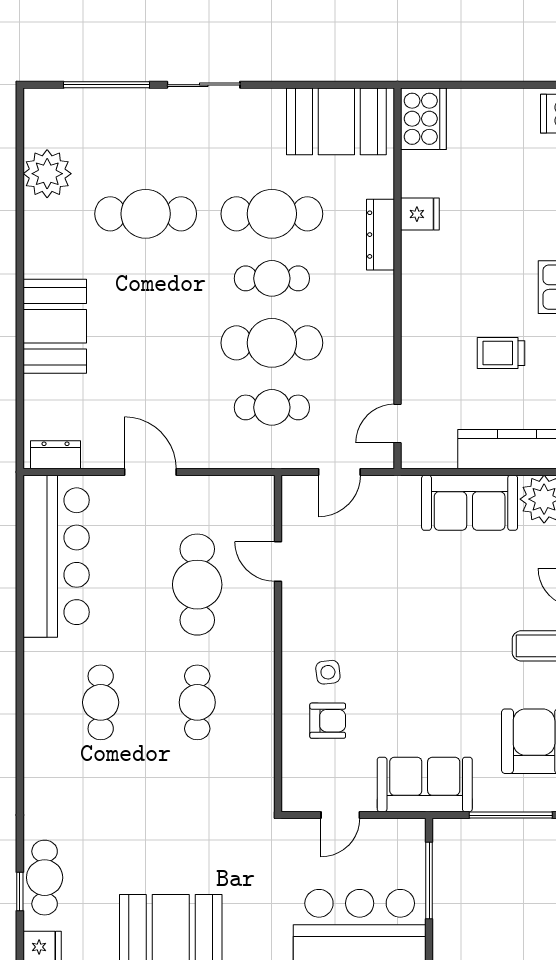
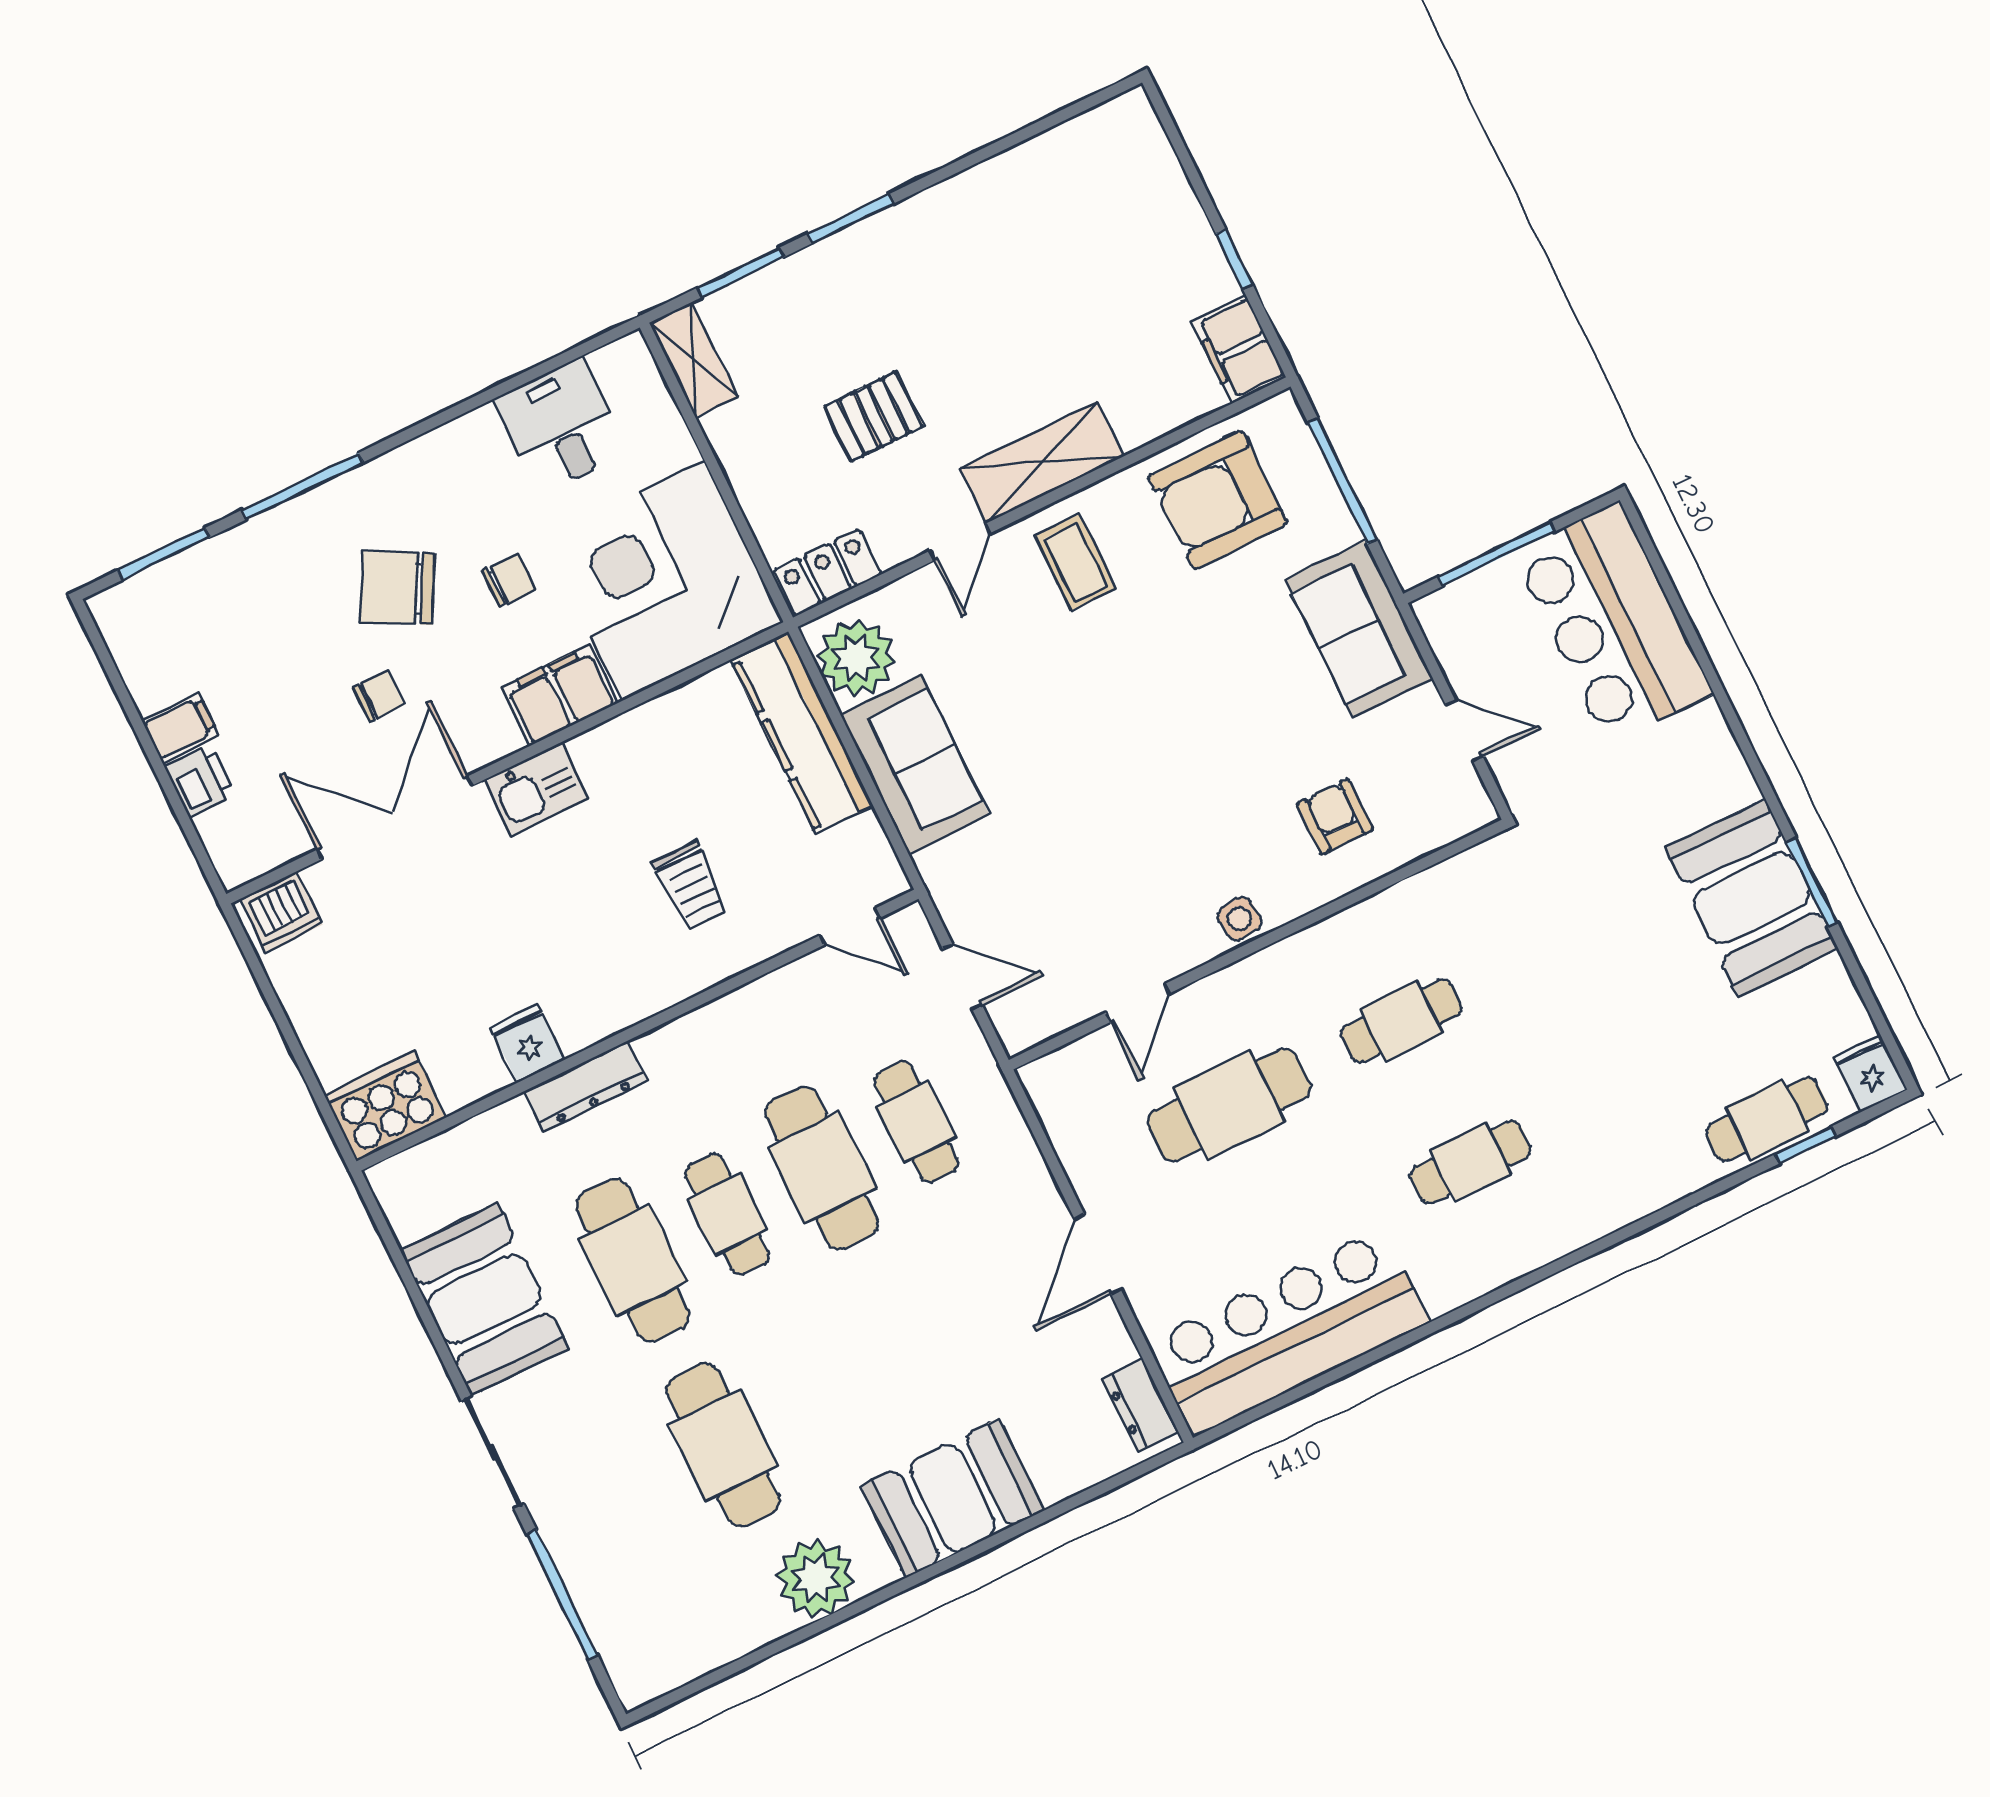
booth: (336, 121) -> (484, 1299), moved
plant: (47, 174) -> (815, 1578), moved
trolley: (501, 353) -> (691, 886), moved
side table: (328, 672) -> (1240, 919), moved

